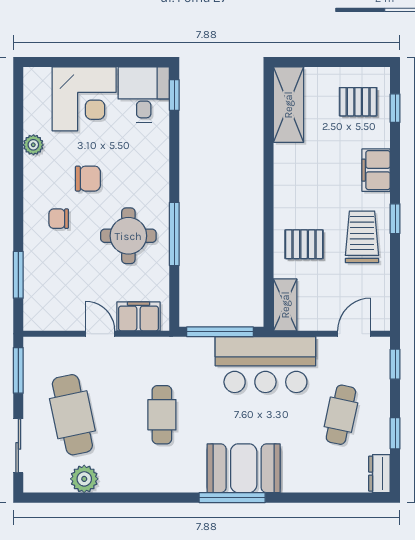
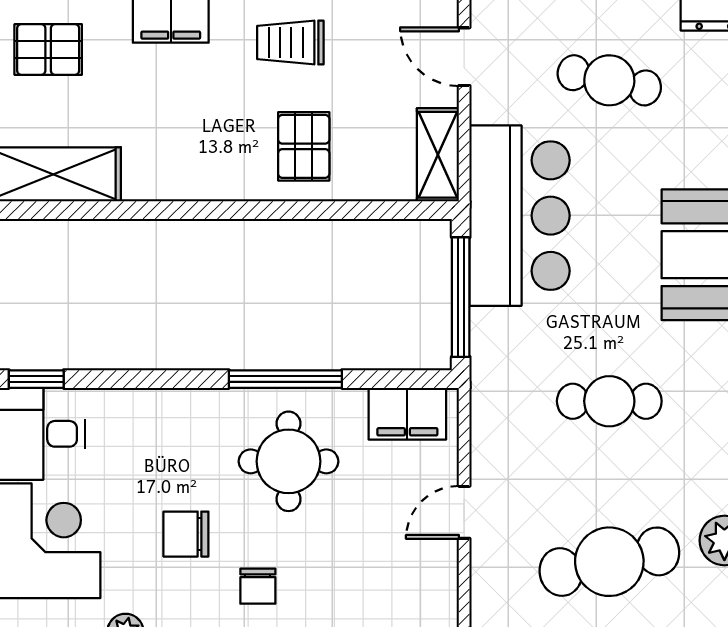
pallet: (358, 102) -> (48, 49), turned 90
chair: (88, 179) -> (186, 534), turned -90
trolley: (362, 237) -> (290, 43), width x0.73, depth x0.72
shelving: (285, 305) -> (438, 155), moved, turned 90
filing cabinet: (138, 316) -> (407, 414), moved, turned -90

